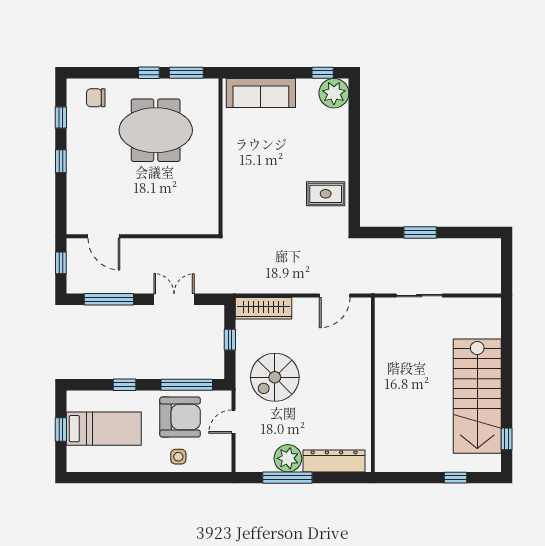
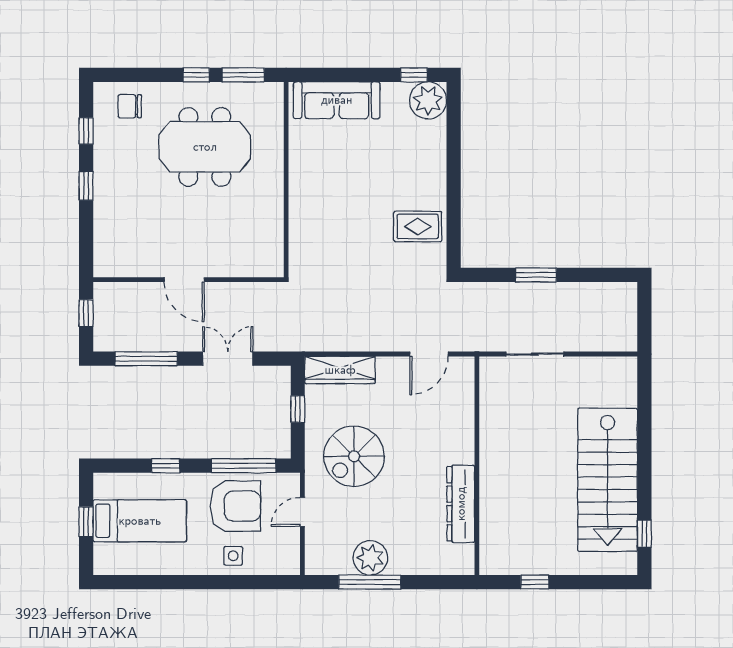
door: (104, 236) -> (184, 280), moved
dresser: (334, 461) -> (461, 504), moved, turned -90
window: (456, 478) -> (535, 582), moved

